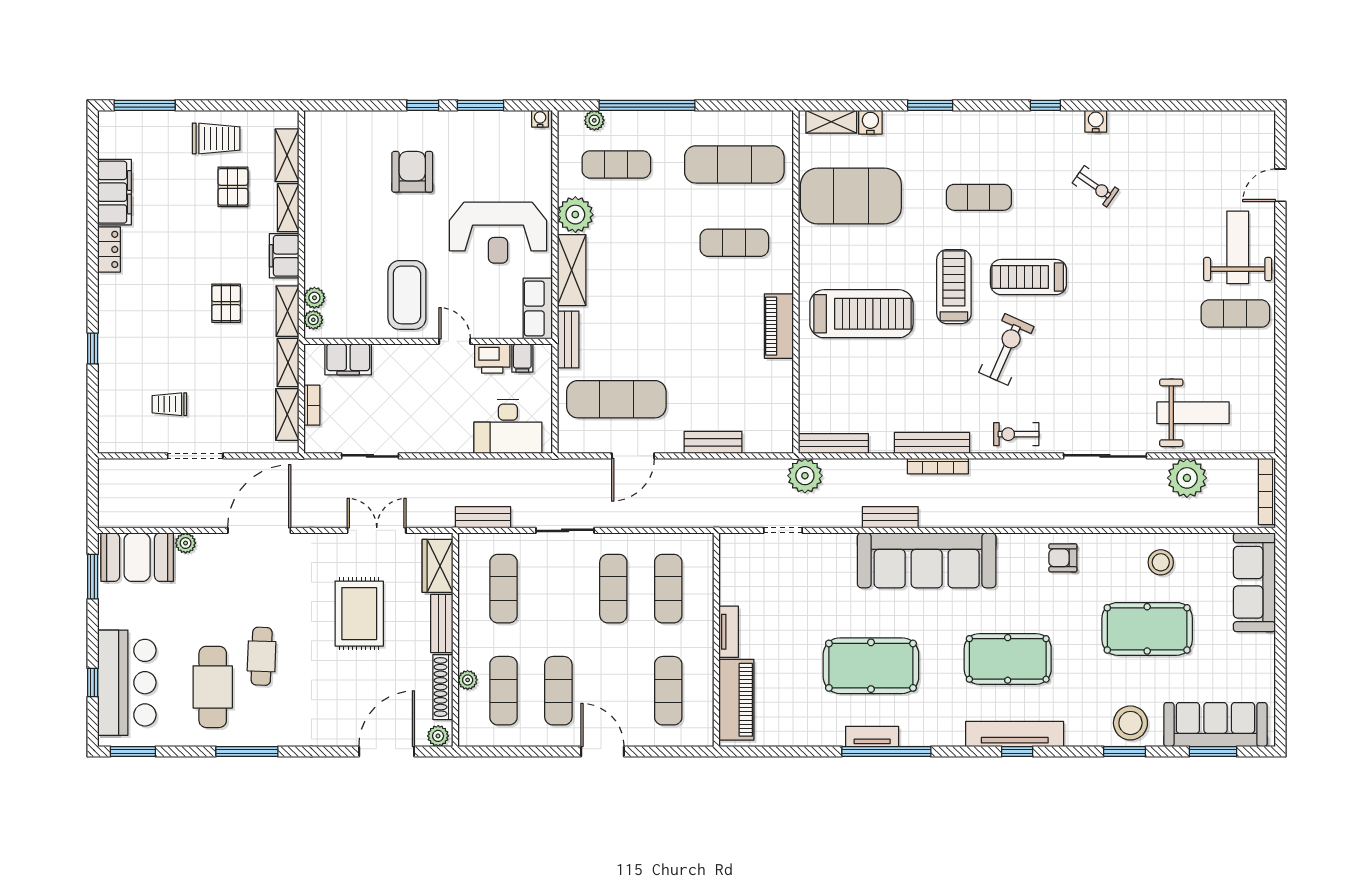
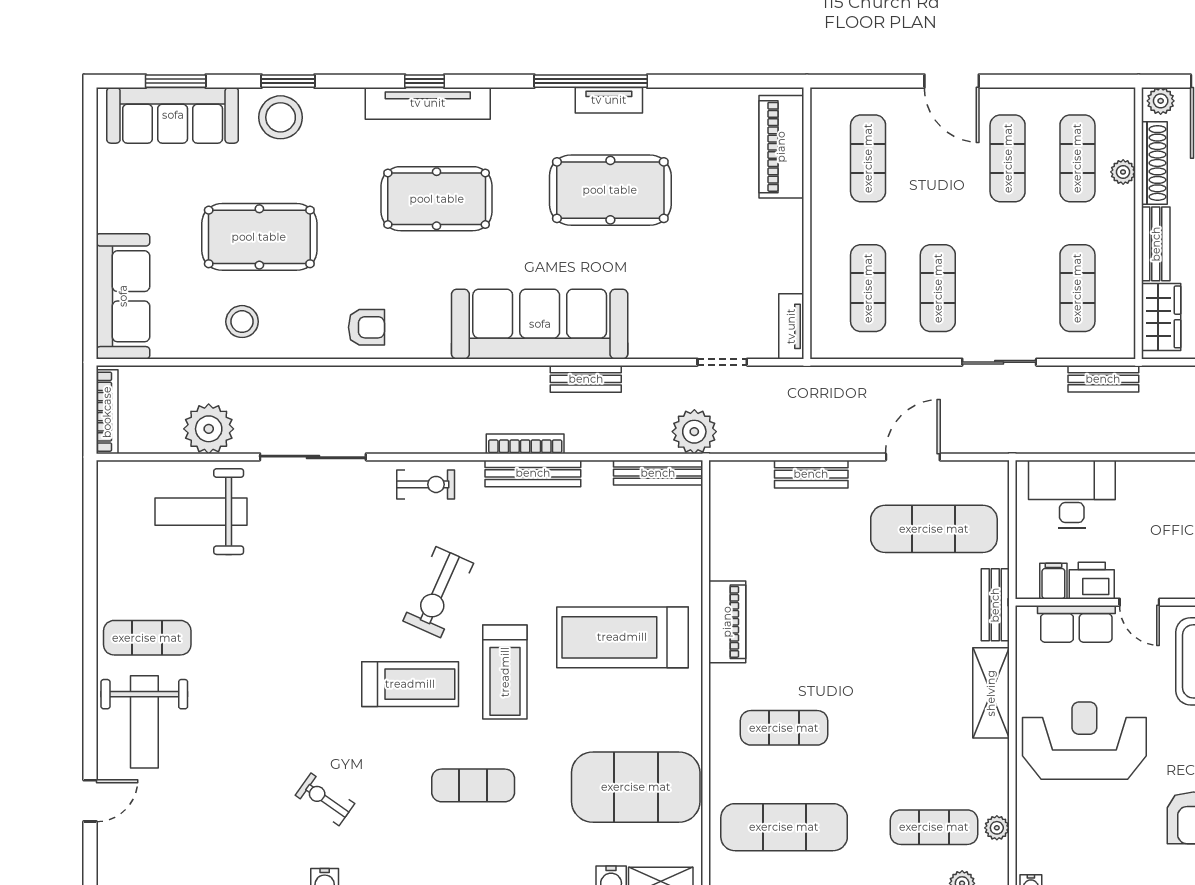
plant: (575, 215) -> (997, 828), moved, width x0.53, depth x0.53
row of seats: (538, 309) -> (1076, 624), moved, turned 90
tv unit: (729, 632) -> (791, 326), moved

